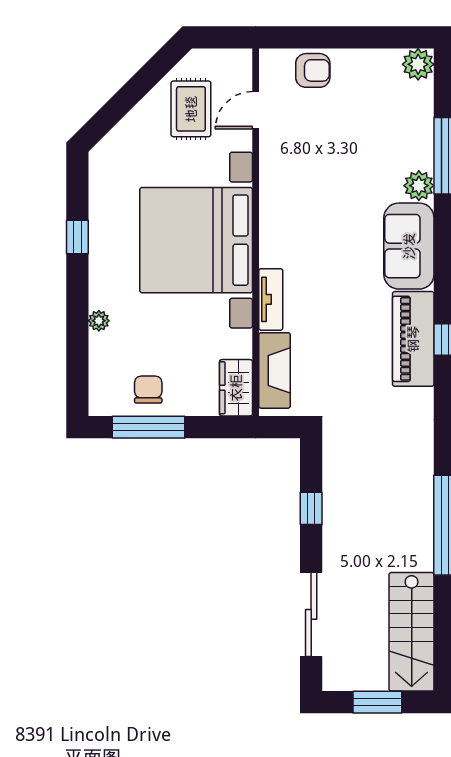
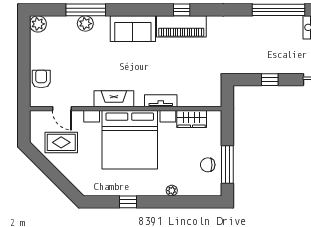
plant: (419, 186) -> (85, 24), moved
fireplace: (275, 370) -> (114, 99), moved
wardrobe: (236, 388) -> (192, 119), moved

